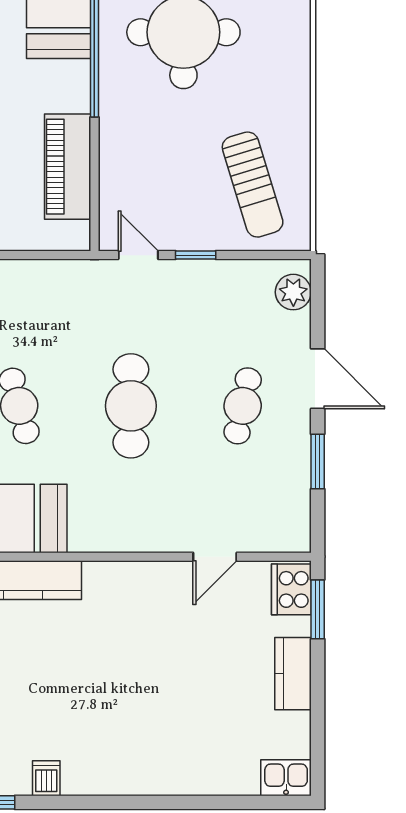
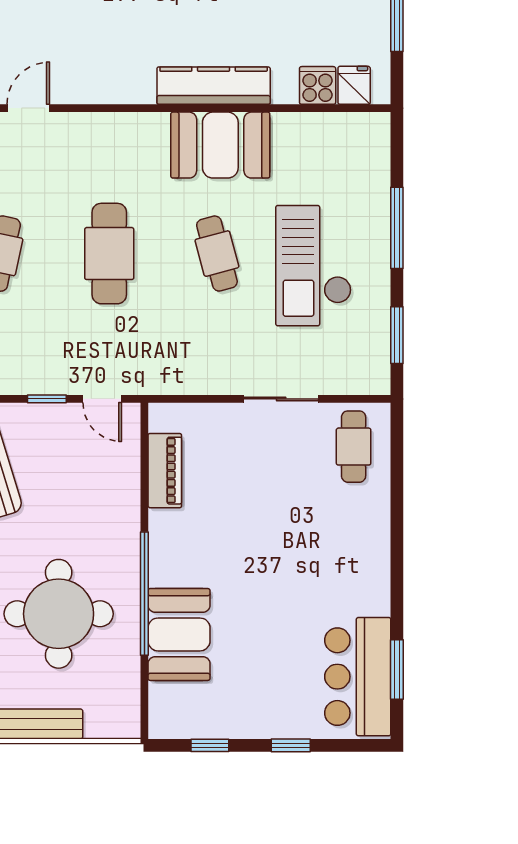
piano: (68, 167) -> (165, 471), width x0.73, depth x0.75

